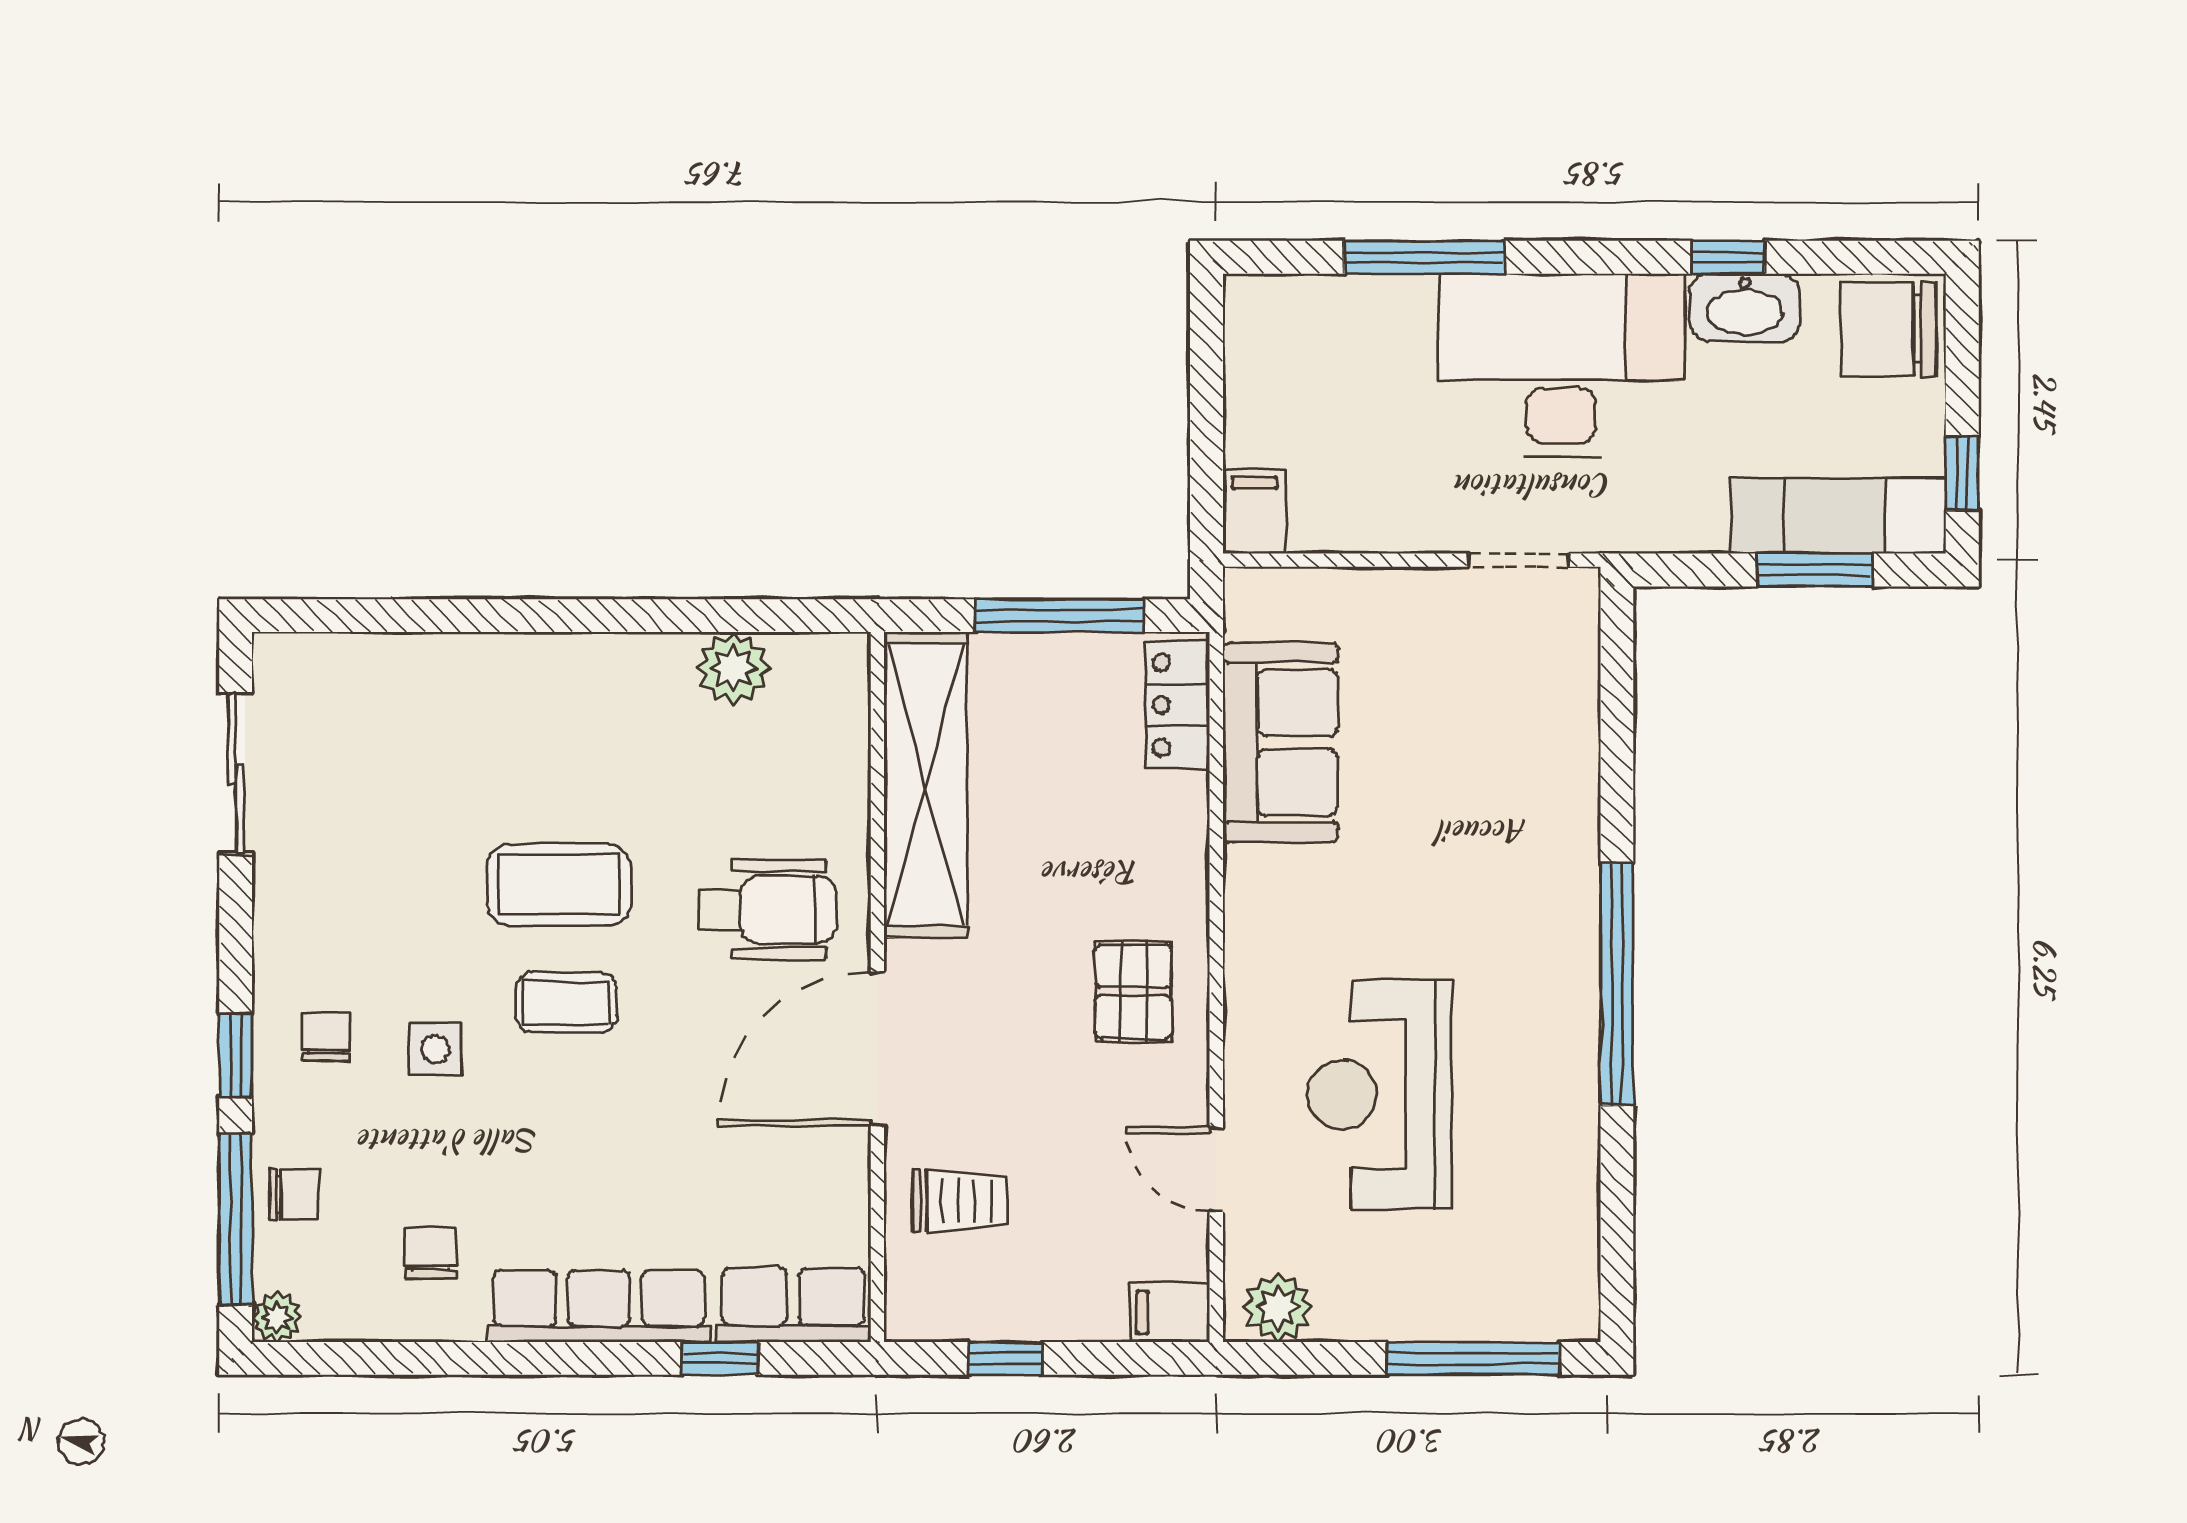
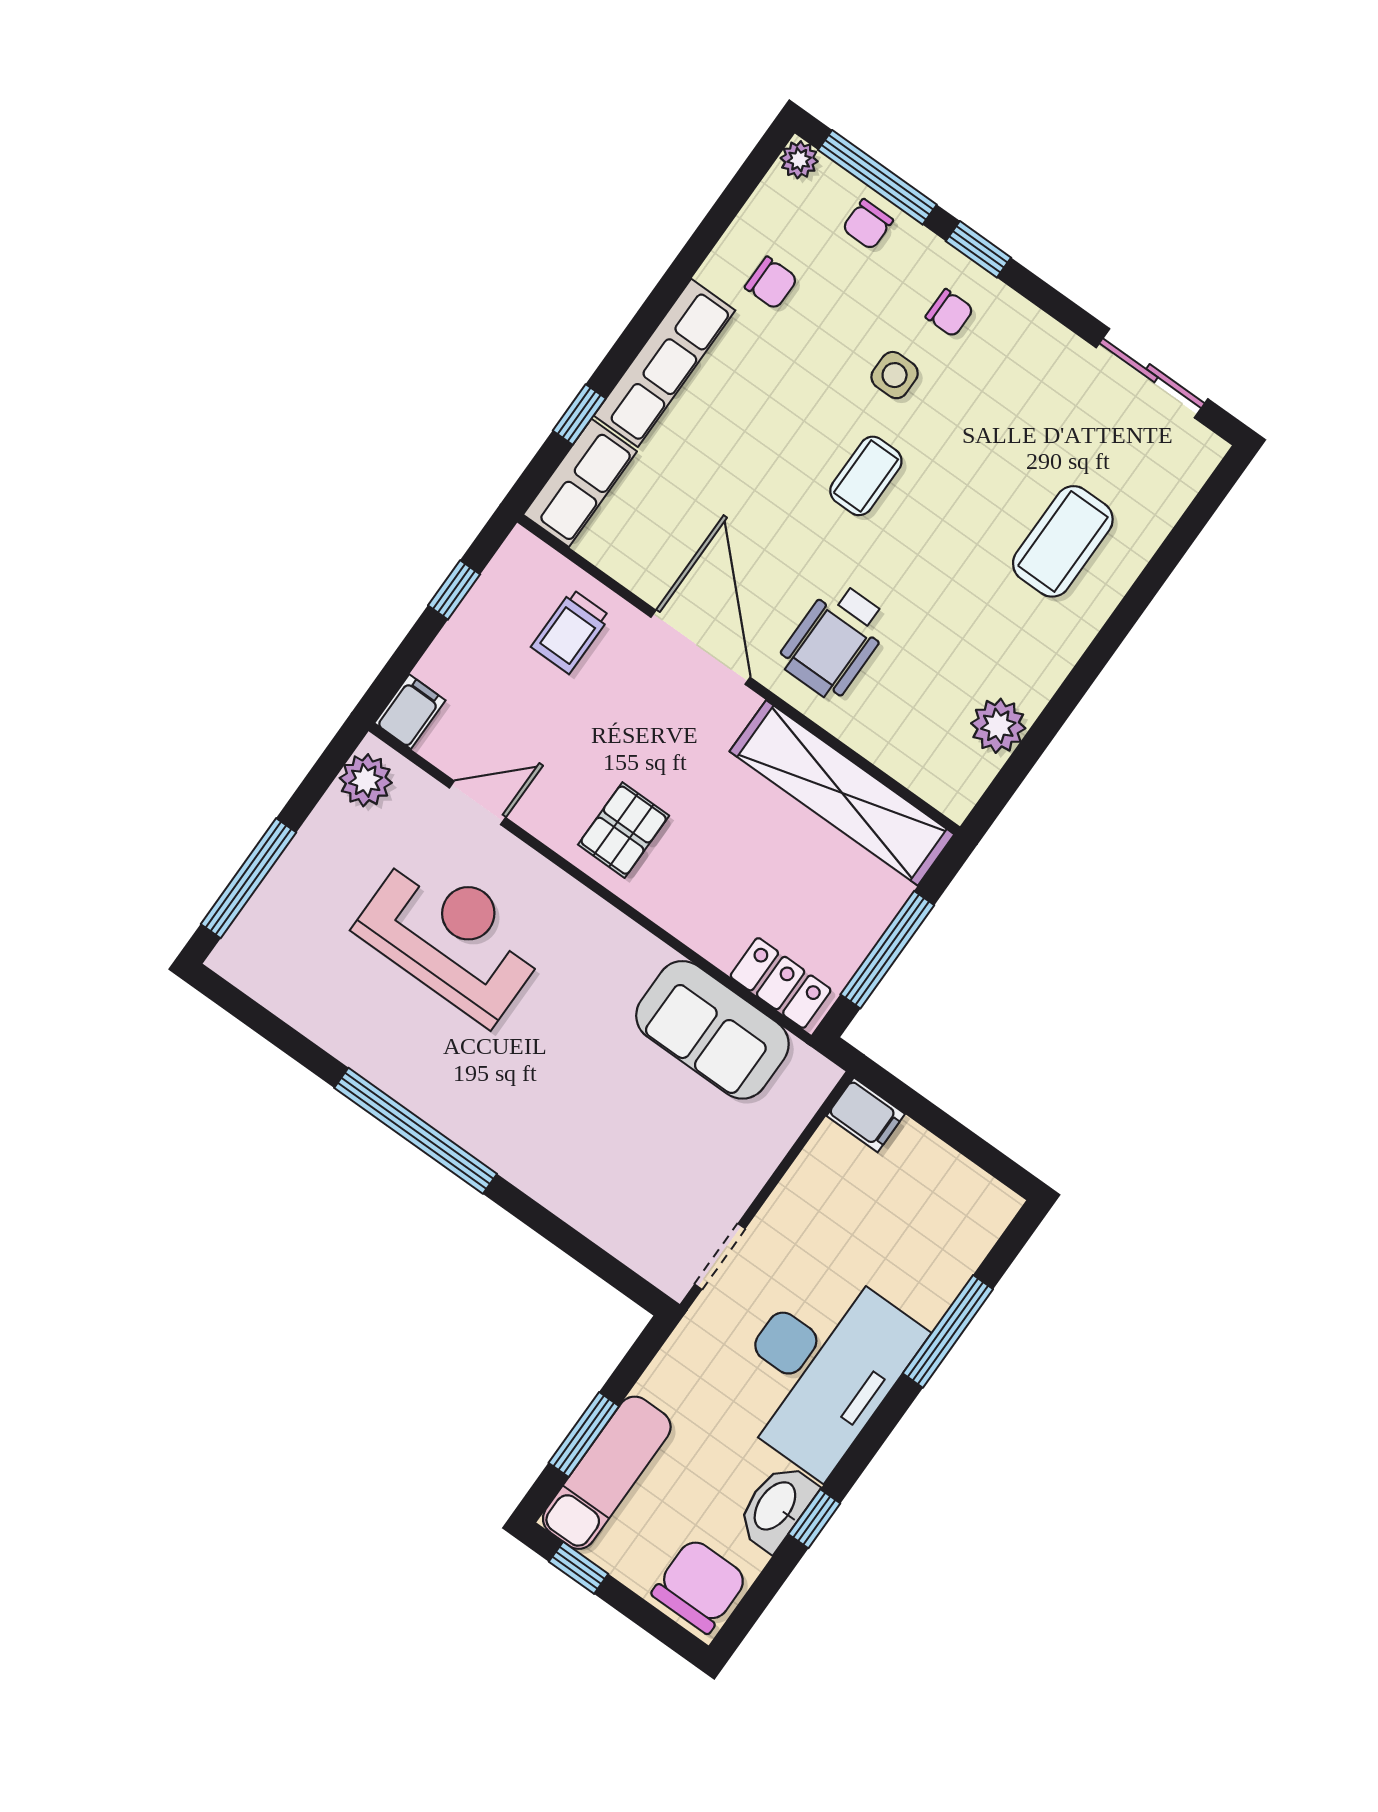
coffee table: (559, 885) -> (1063, 541), moved
pallet: (1133, 991) -> (624, 830), turned 90

